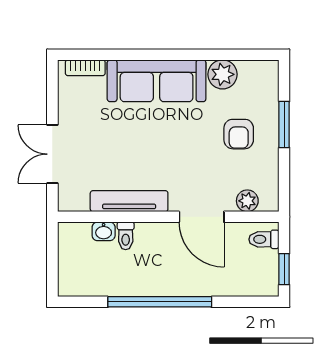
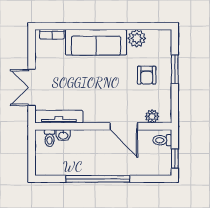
tv unit: (129, 201) -> (59, 117), moved
toilet: (126, 236) -> (50, 138), moved

